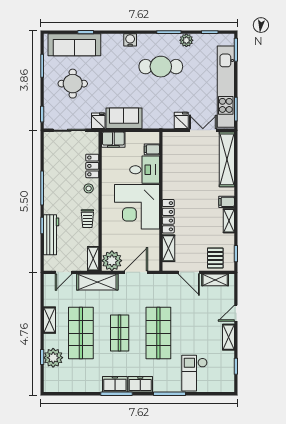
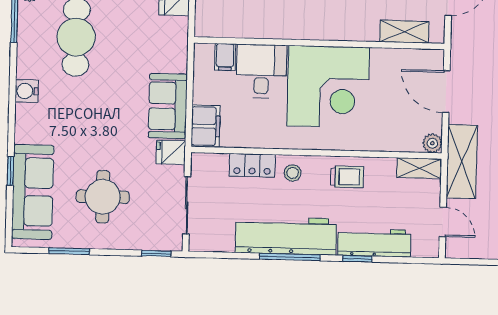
workbench: (54, 186) -> (286, 236), added
locker: (168, 216) -> (346, 31), removed
plant: (112, 261) -> (432, 143), width x0.53, depth x0.53

